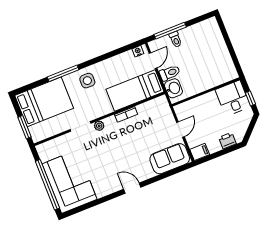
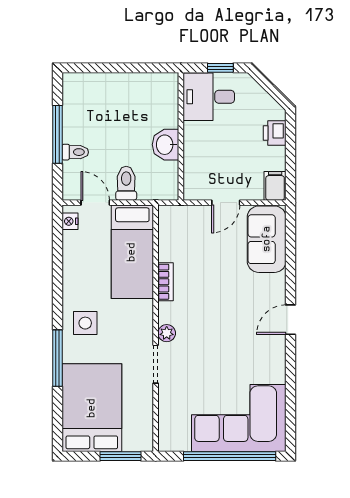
window: (170, 31) -> (57, 134), moved
washbasin: (173, 88) -> (165, 145), moved, turned -90
door: (180, 129) -> (226, 203), swing flipped

